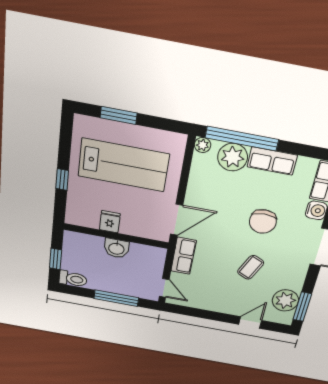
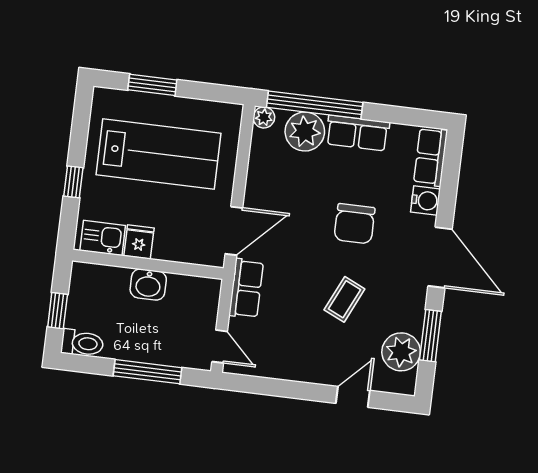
kitchen sink: (84, 217) -> (103, 238), added
window: (302, 307) -> (430, 336), moved

